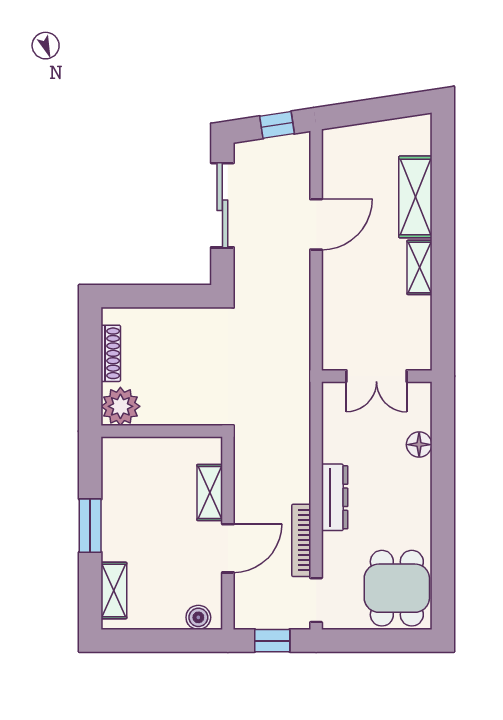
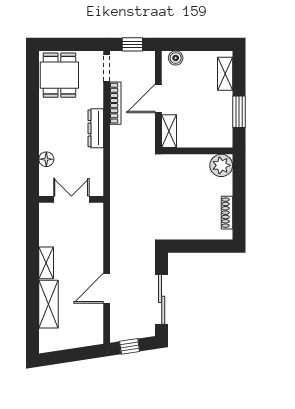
plant: (120, 406) -> (221, 165), moved
wall: (162, 431) -> (197, 151), moved

